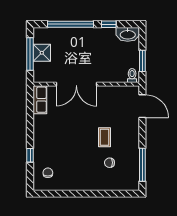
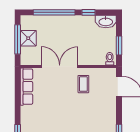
double door: (76, 84) -> (60, 66), swing flipped
row of seats: (40, 100) -> (26, 87), width x1.48
coffee table: (104, 137) -> (83, 84), moved

